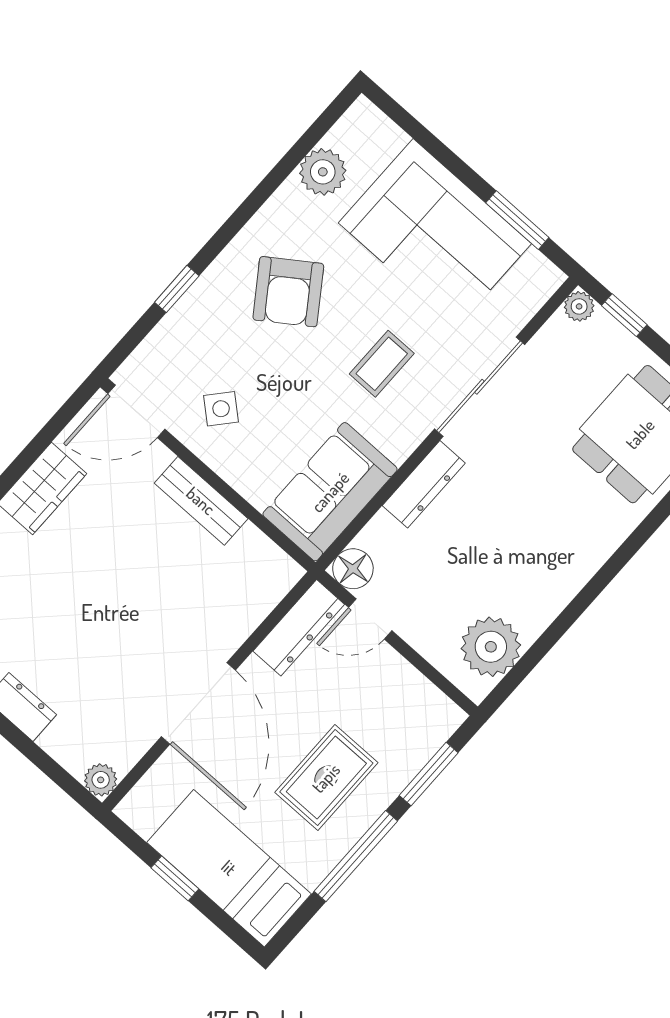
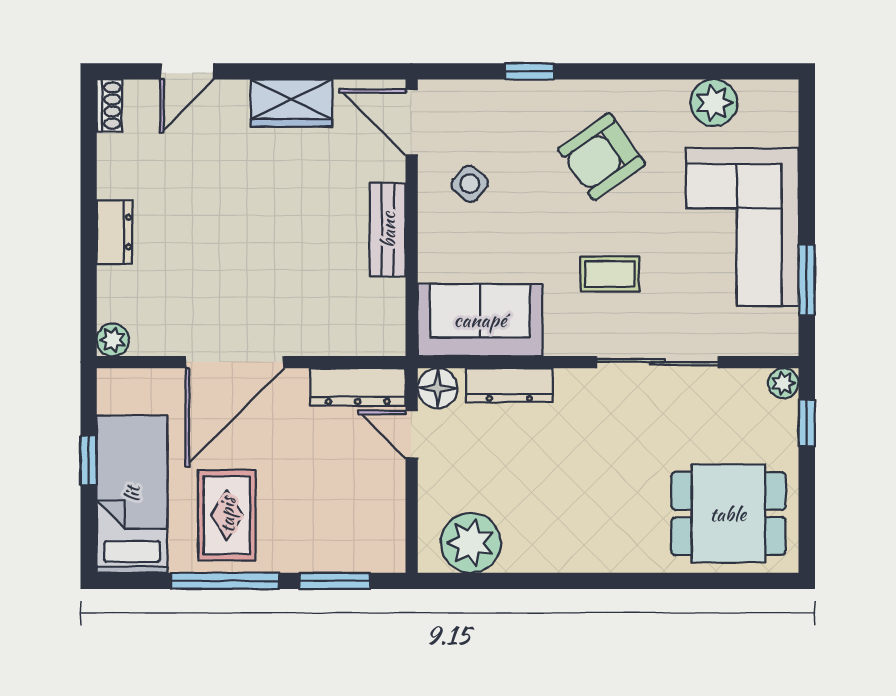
dresser: (424, 484) -> (509, 385), moved
rug: (326, 778) -> (227, 515), moved, turned 90

